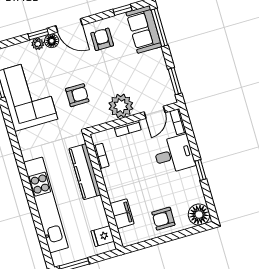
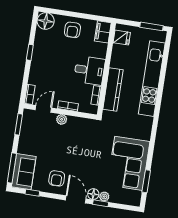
armchair: (77, 95) -> (93, 147), removed
plant: (121, 106) -> (62, 119), width x0.53, depth x0.53
desk: (174, 154) -> (89, 70), moved, turned 180
filing cabinet: (122, 214) -> (103, 32), moved
armchair: (163, 219) -> (72, 30), turned 90

